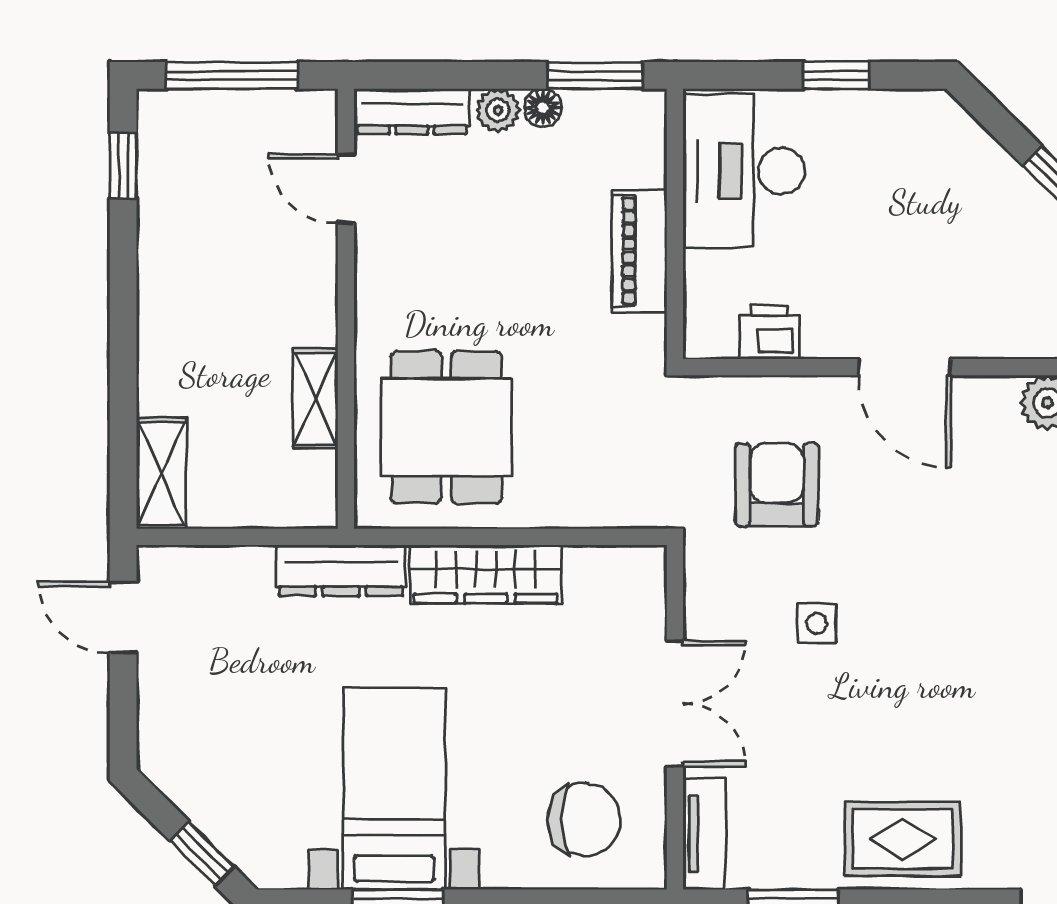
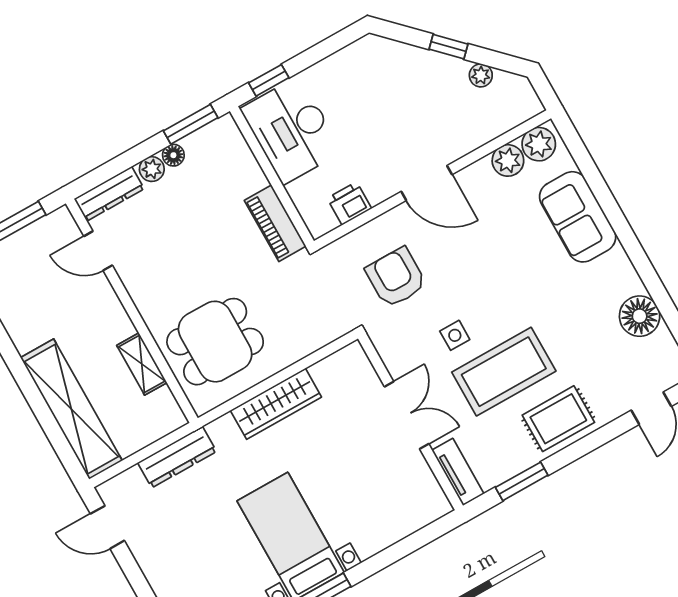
window: (836, 75) -> (269, 80), moved
piano: (639, 251) -> (275, 223), moved
dining table: (446, 427) -> (215, 342), turned 90
shelving: (161, 473) -> (71, 409), width x2.20, depth x1.33
dresser: (341, 570) -> (177, 457), moved
coffee table: (860, 721) -> (504, 372), added
chair: (584, 820) -> (394, 498), removed

